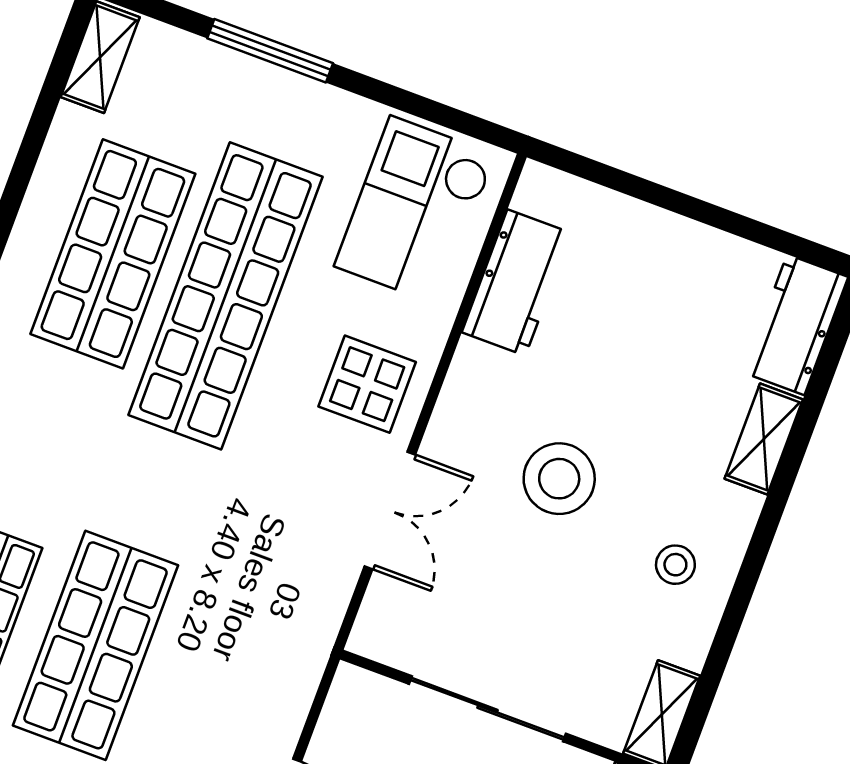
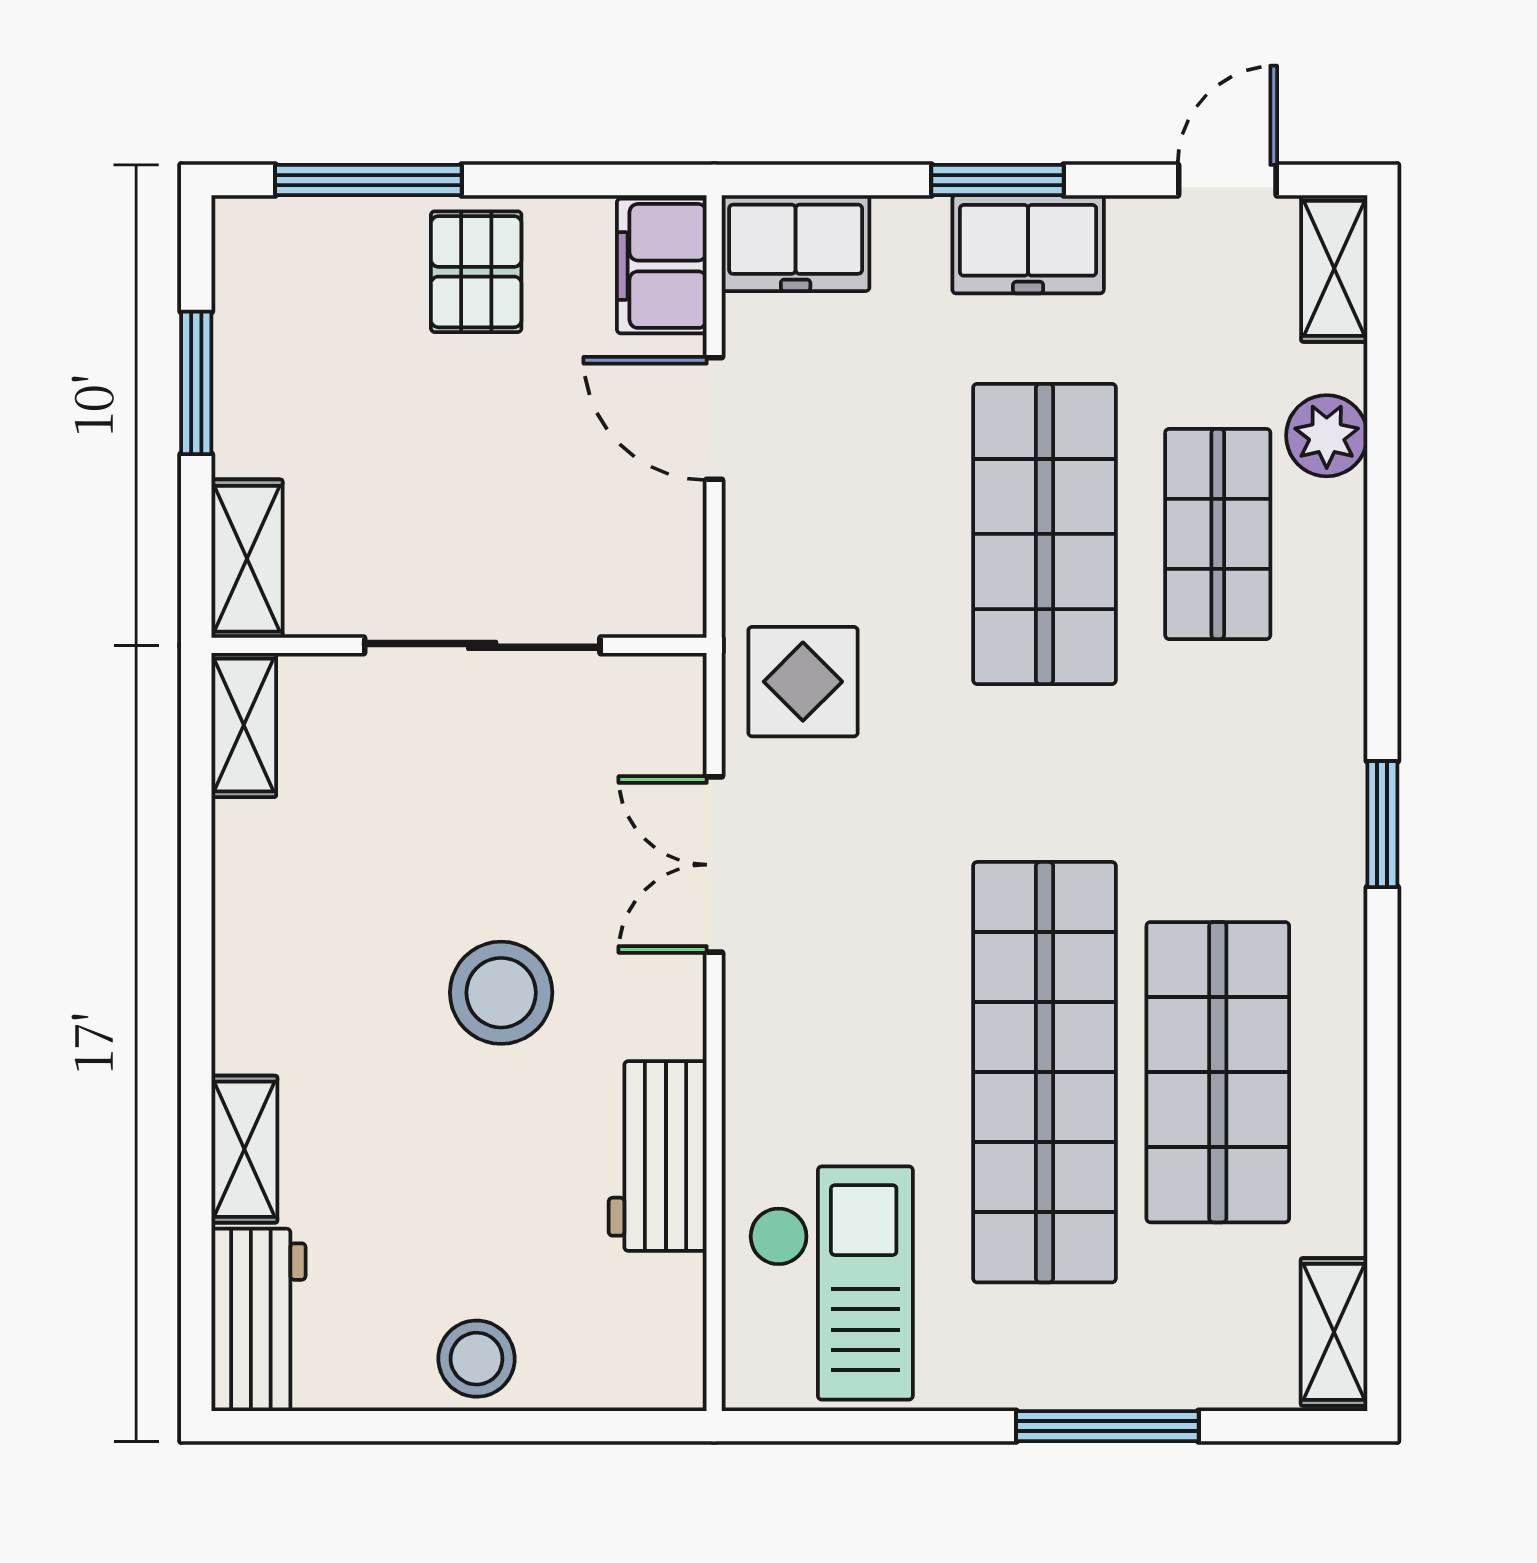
workbench: (516, 283) -> (658, 1156), moved
display table: (367, 384) -> (803, 682), moved
stool: (675, 565) -> (477, 1359), moved, width x1.37, depth x1.37

